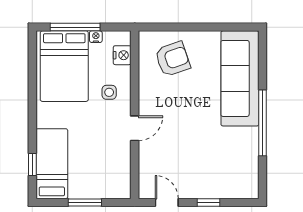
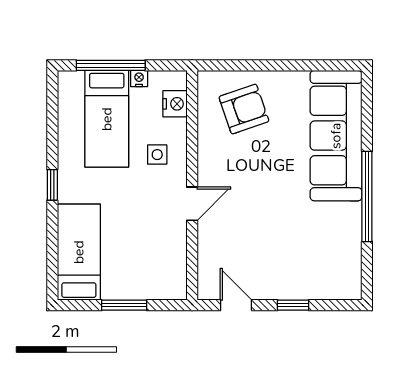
bed: (64, 66) -> (107, 119), width x0.67
window: (32, 165) -> (52, 185), moved

